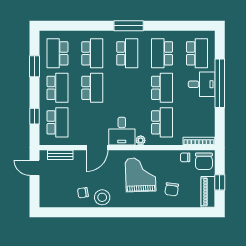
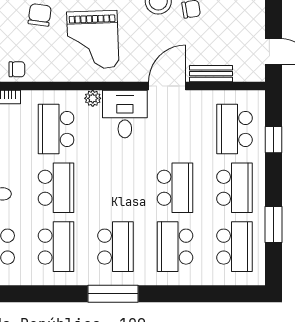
school desk: (127, 53) -> (116, 247), turned 180
school desk: (57, 88) -> (235, 188), turned 180
school desk: (92, 88) -> (175, 188), turned 180
school desk: (162, 88) -> (56, 188), turned 180
bench: (60, 155) -> (211, 74), moved

